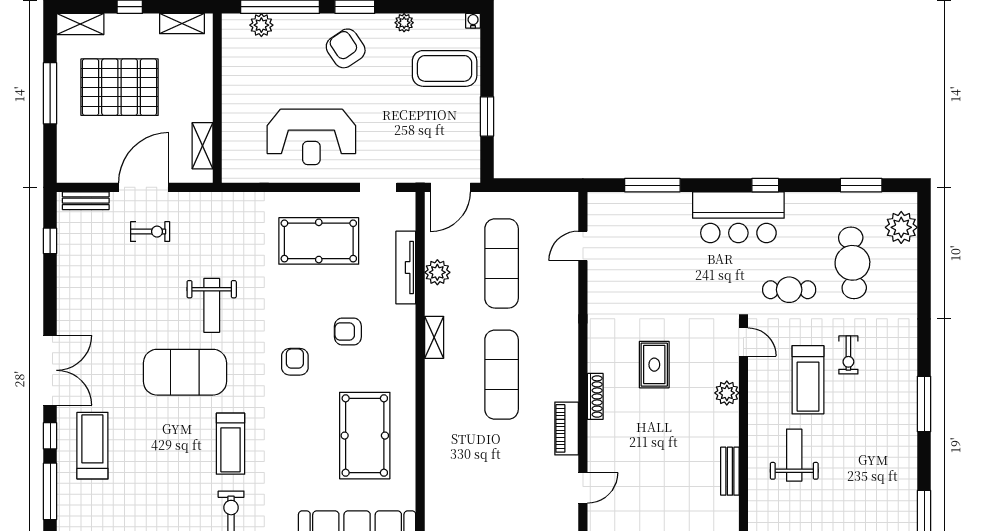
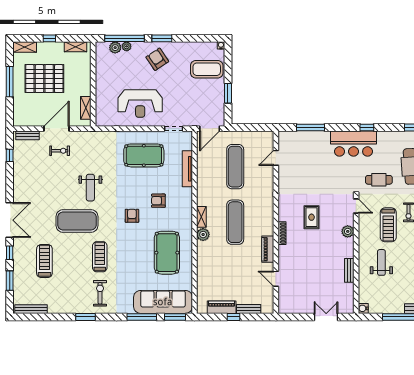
plant: (404, 23) -> (127, 46), moved
plant: (437, 272) -> (203, 235), moved
shelving: (434, 337) -> (201, 217), moved
treadmill: (231, 444) -> (100, 257), turned 180
treadmill: (92, 446) -> (44, 261), moved
door: (583, 488) -> (276, 279), swing flipped
window: (50, 491) -> (10, 281), width x0.69

